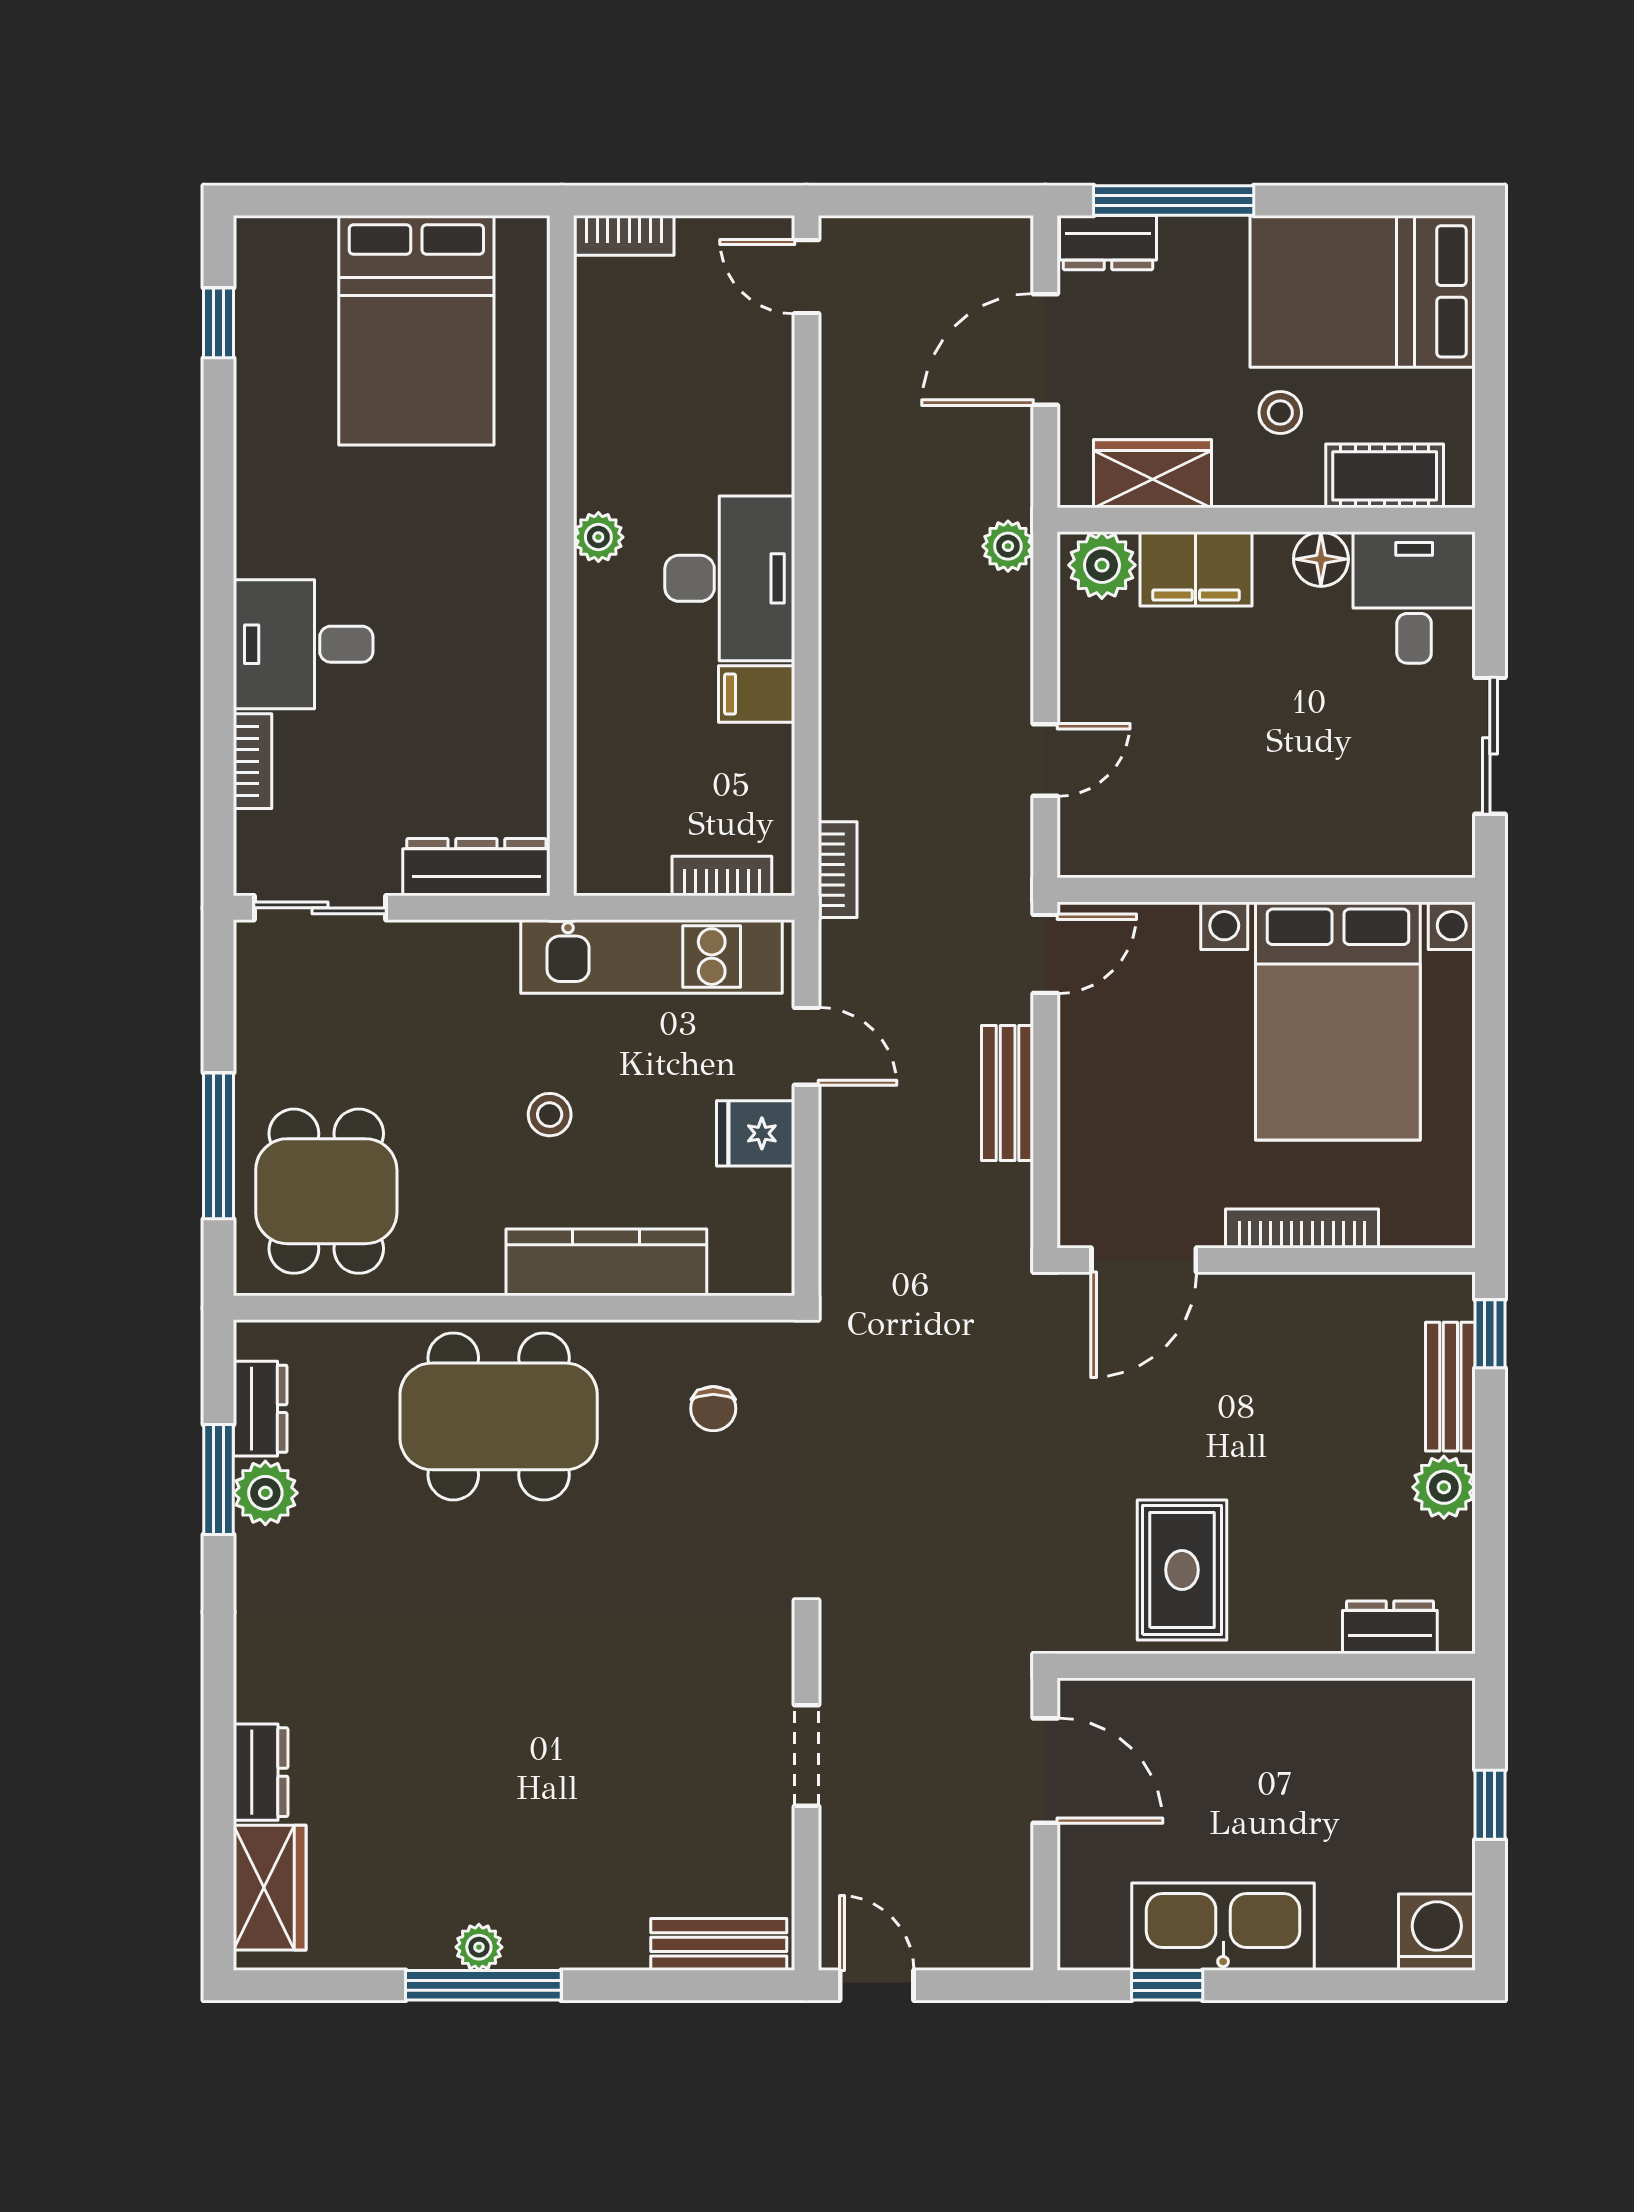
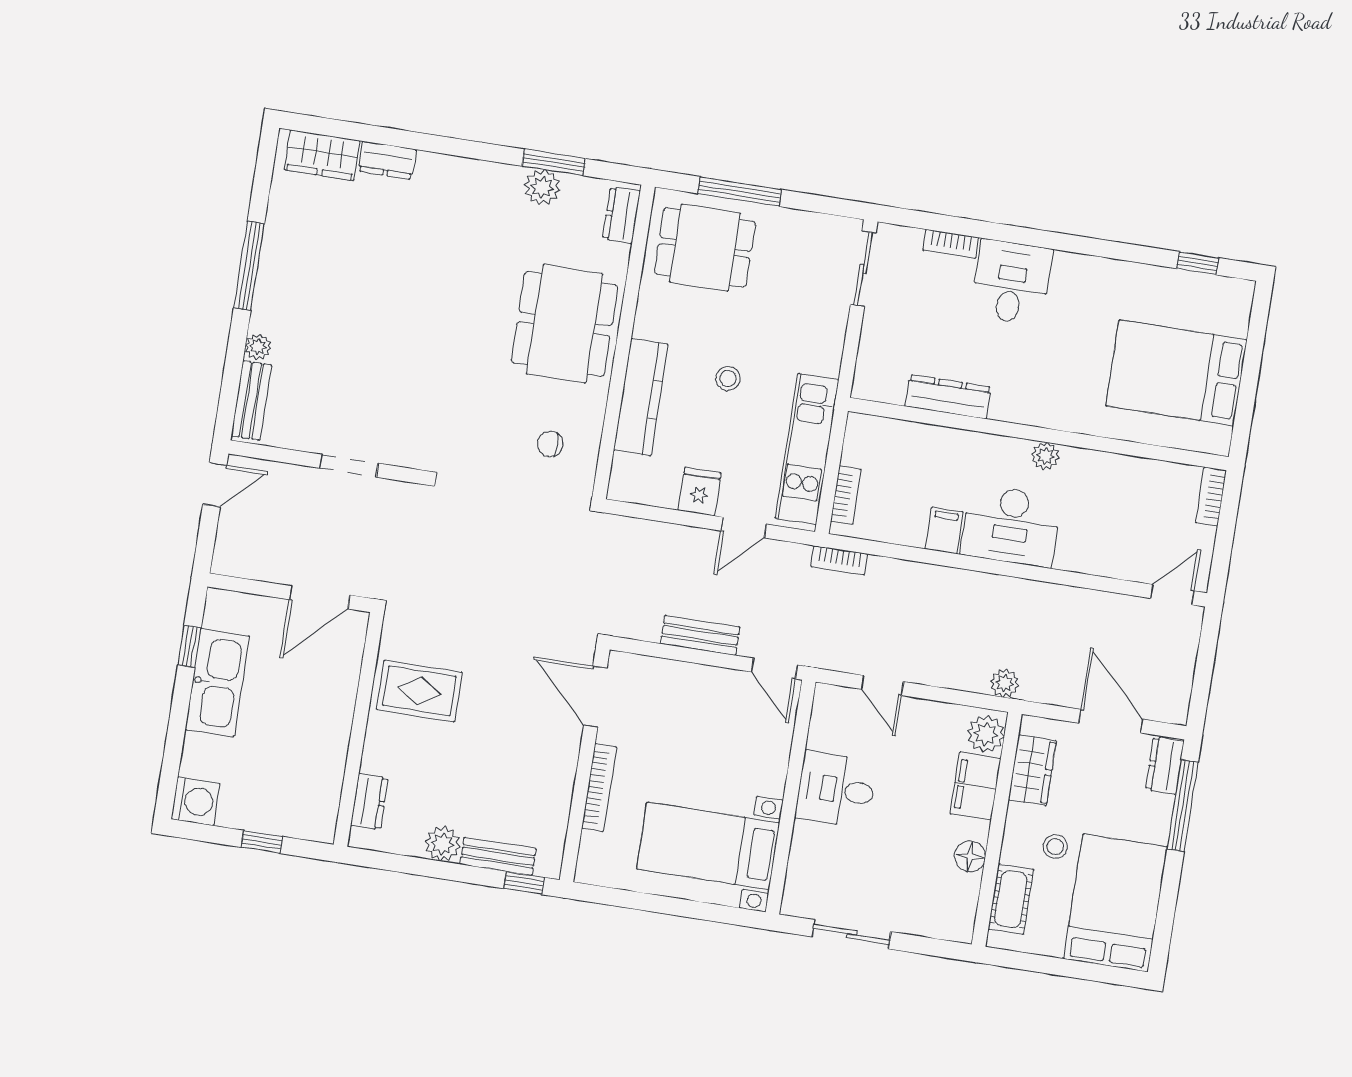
desk: (1414, 597) -> (836, 790), moved, turned 180
dresser: (476, 867) -> (948, 397), moved, turned -90
bed with nightstands: (1338, 1021) -> (708, 846), width x0.73
dresser: (260, 1409) -> (621, 215), moved, turned 90
plant: (479, 1947) -> (258, 347), moved

